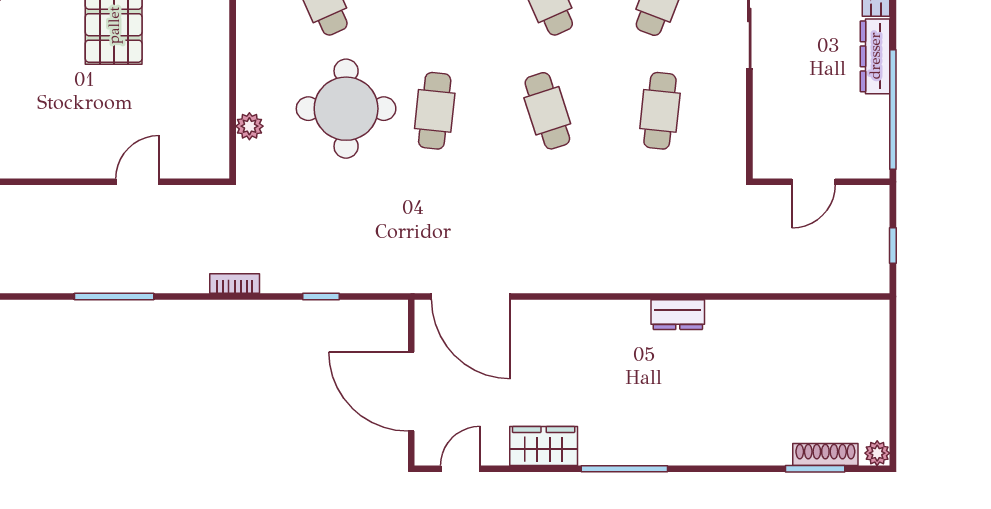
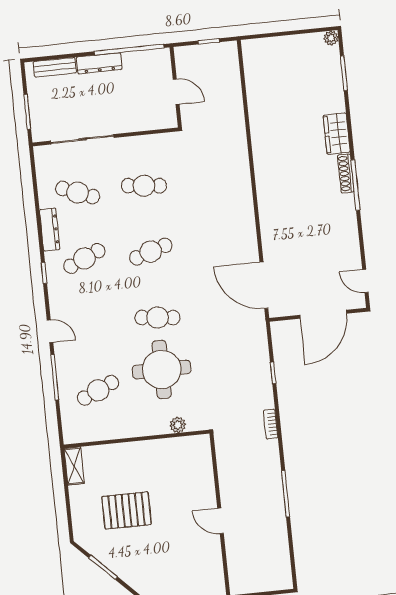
door: (137, 182) -> (220, 521), moved
door: (471, 297) -> (264, 285), swing flipped
dresser: (678, 315) -> (262, 163), removed
wardrobe: (544, 446) -> (337, 134), moved
shoe rack: (825, 454) -> (346, 173), moved

